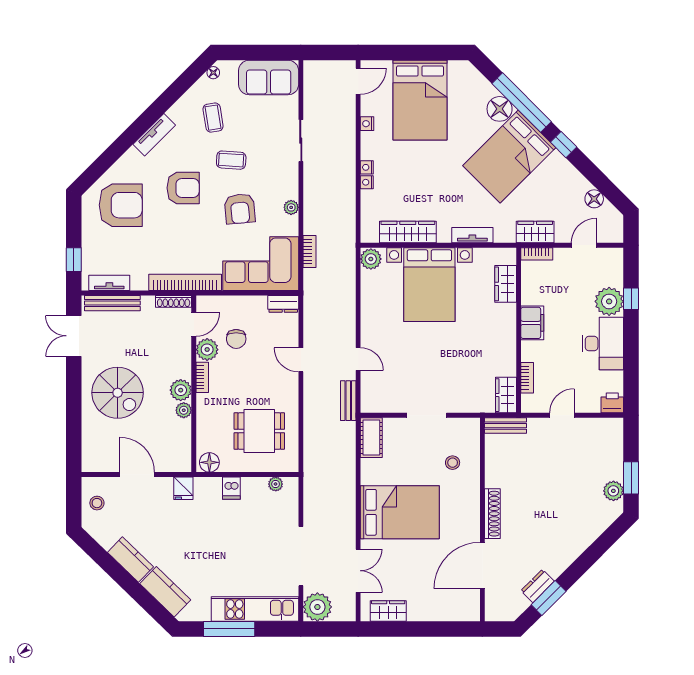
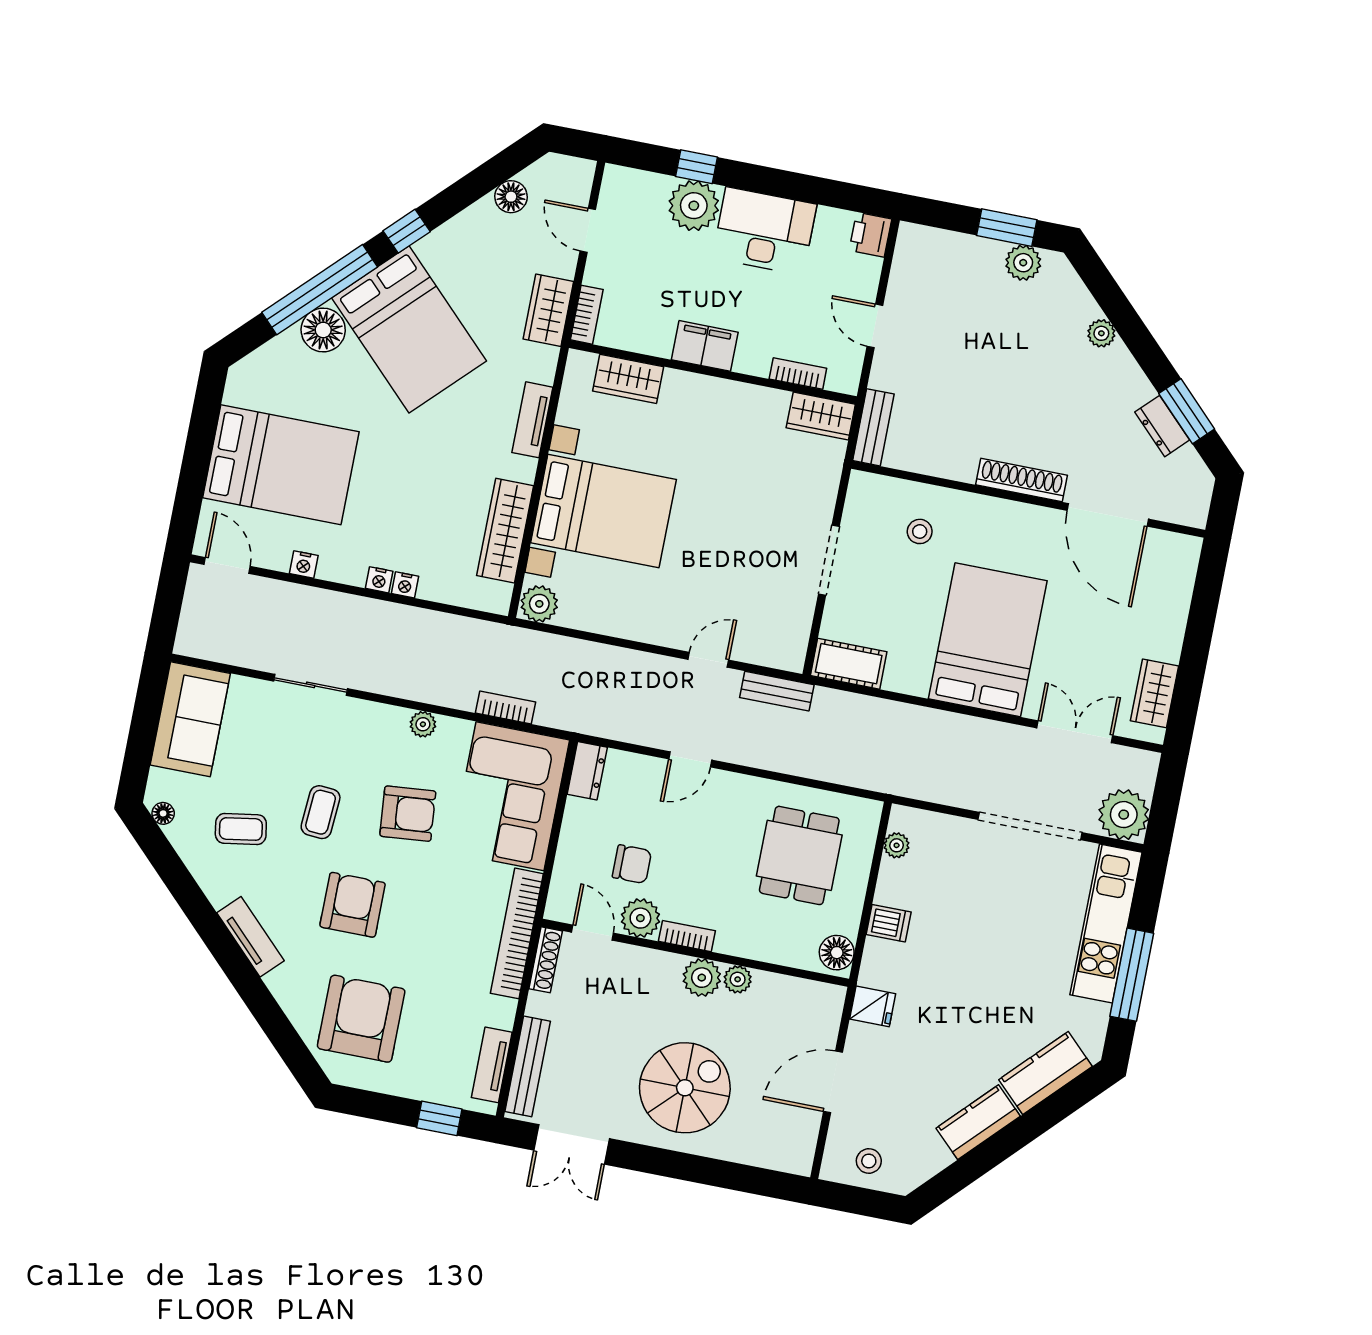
plant: (583, 542) -> (1101, 333), added

